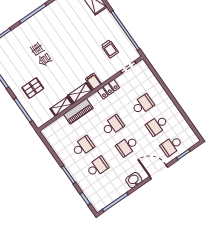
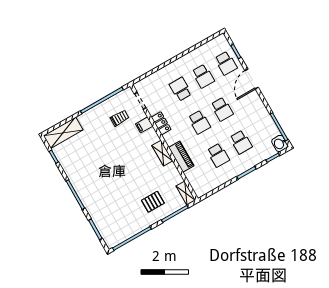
filing cabinet: (93, 81) -> (144, 125), moved
pallet: (33, 88) -> (153, 202), turned 90
shelving: (61, 106) -> (186, 193), moved
school desk: (113, 126) -> (199, 122), turned 180
school desk: (83, 146) -> (218, 155), turned 180
school desk: (97, 167) -> (241, 142), turned 180
washbasin: (134, 180) -> (280, 143), moved

